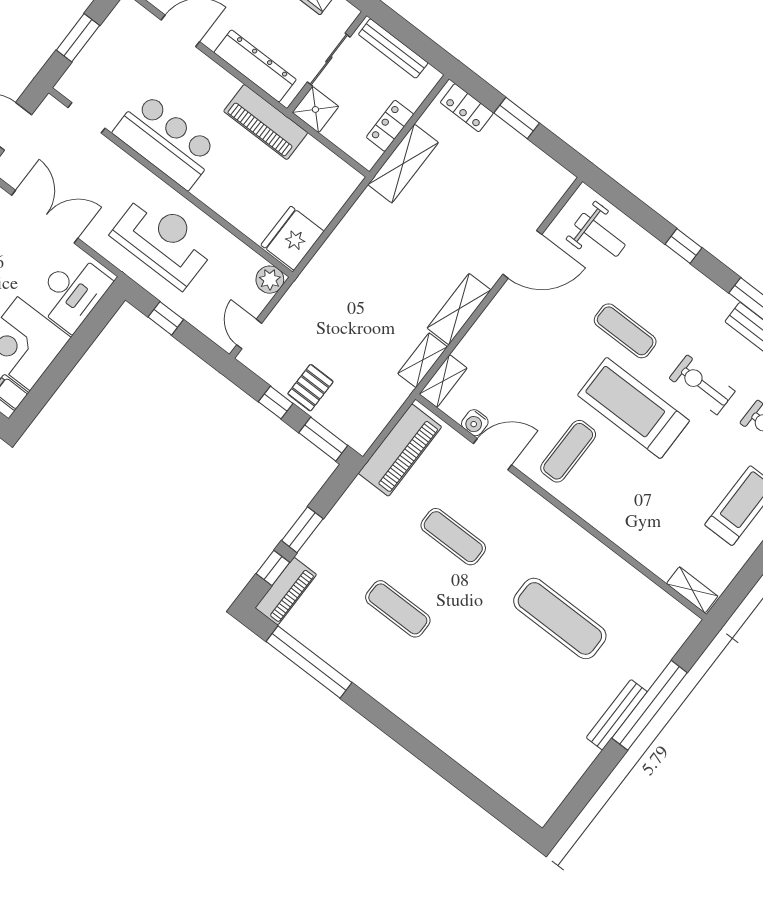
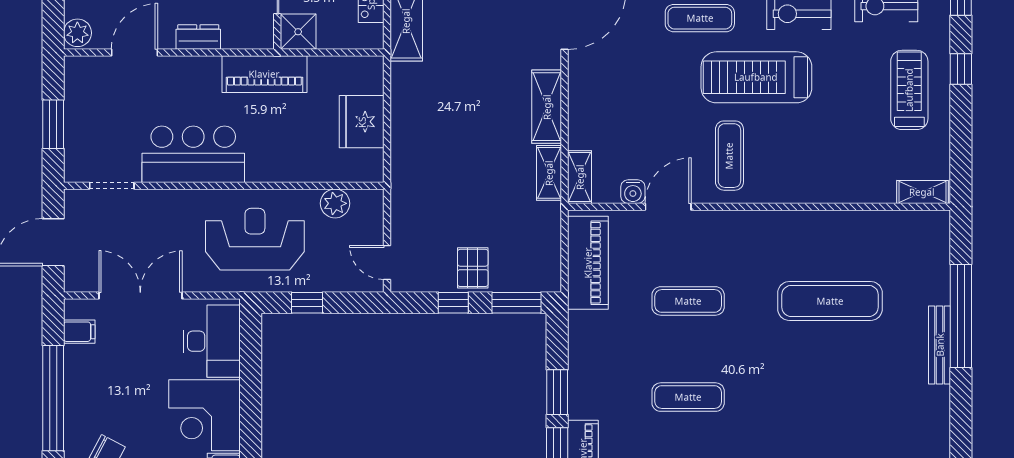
dresser: (255, 66) -> (198, 37), width x0.51, depth x0.80
fridge: (292, 238) -> (362, 122), moved
plant: (270, 280) -> (335, 203), moved

